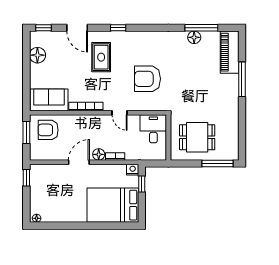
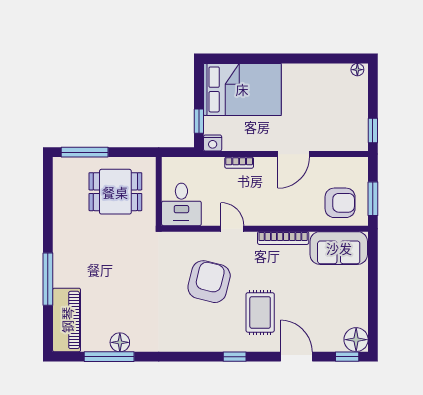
floor lamp: (37, 55) -> (356, 340), moved
armchair: (147, 79) -> (209, 282), moved, turned -76
floor lamp: (99, 154) -> (264, 166), removed

